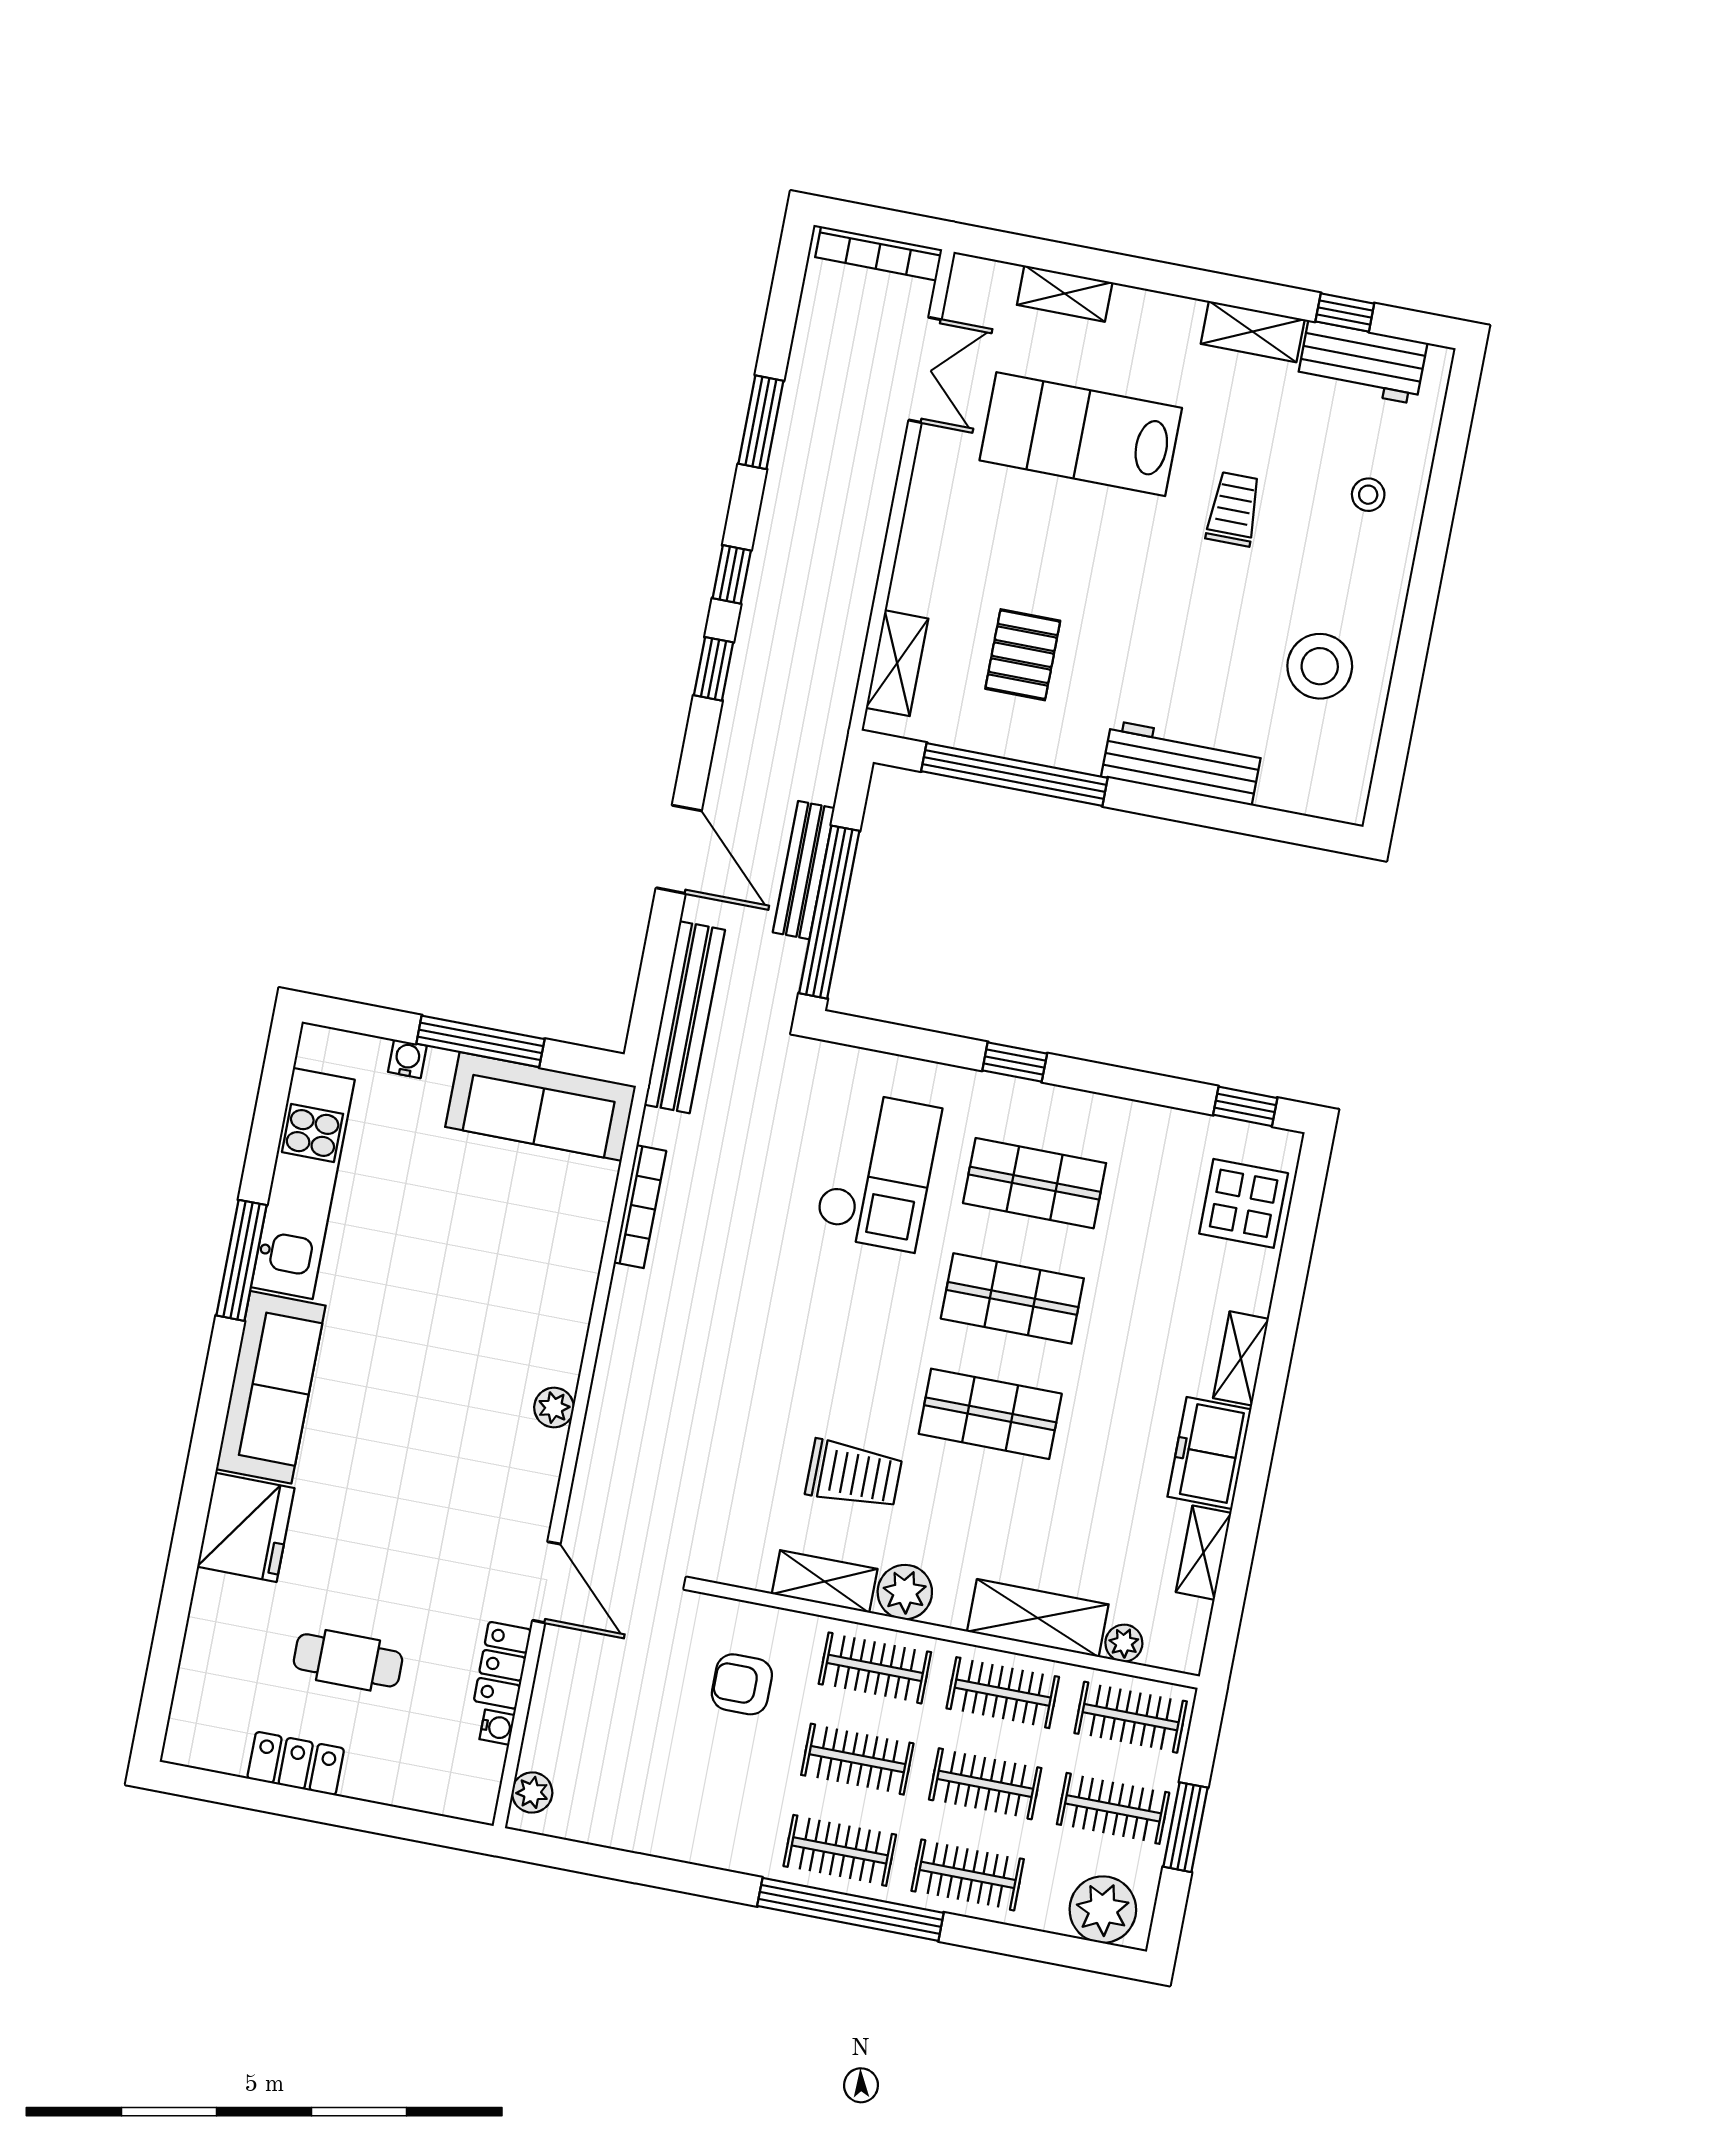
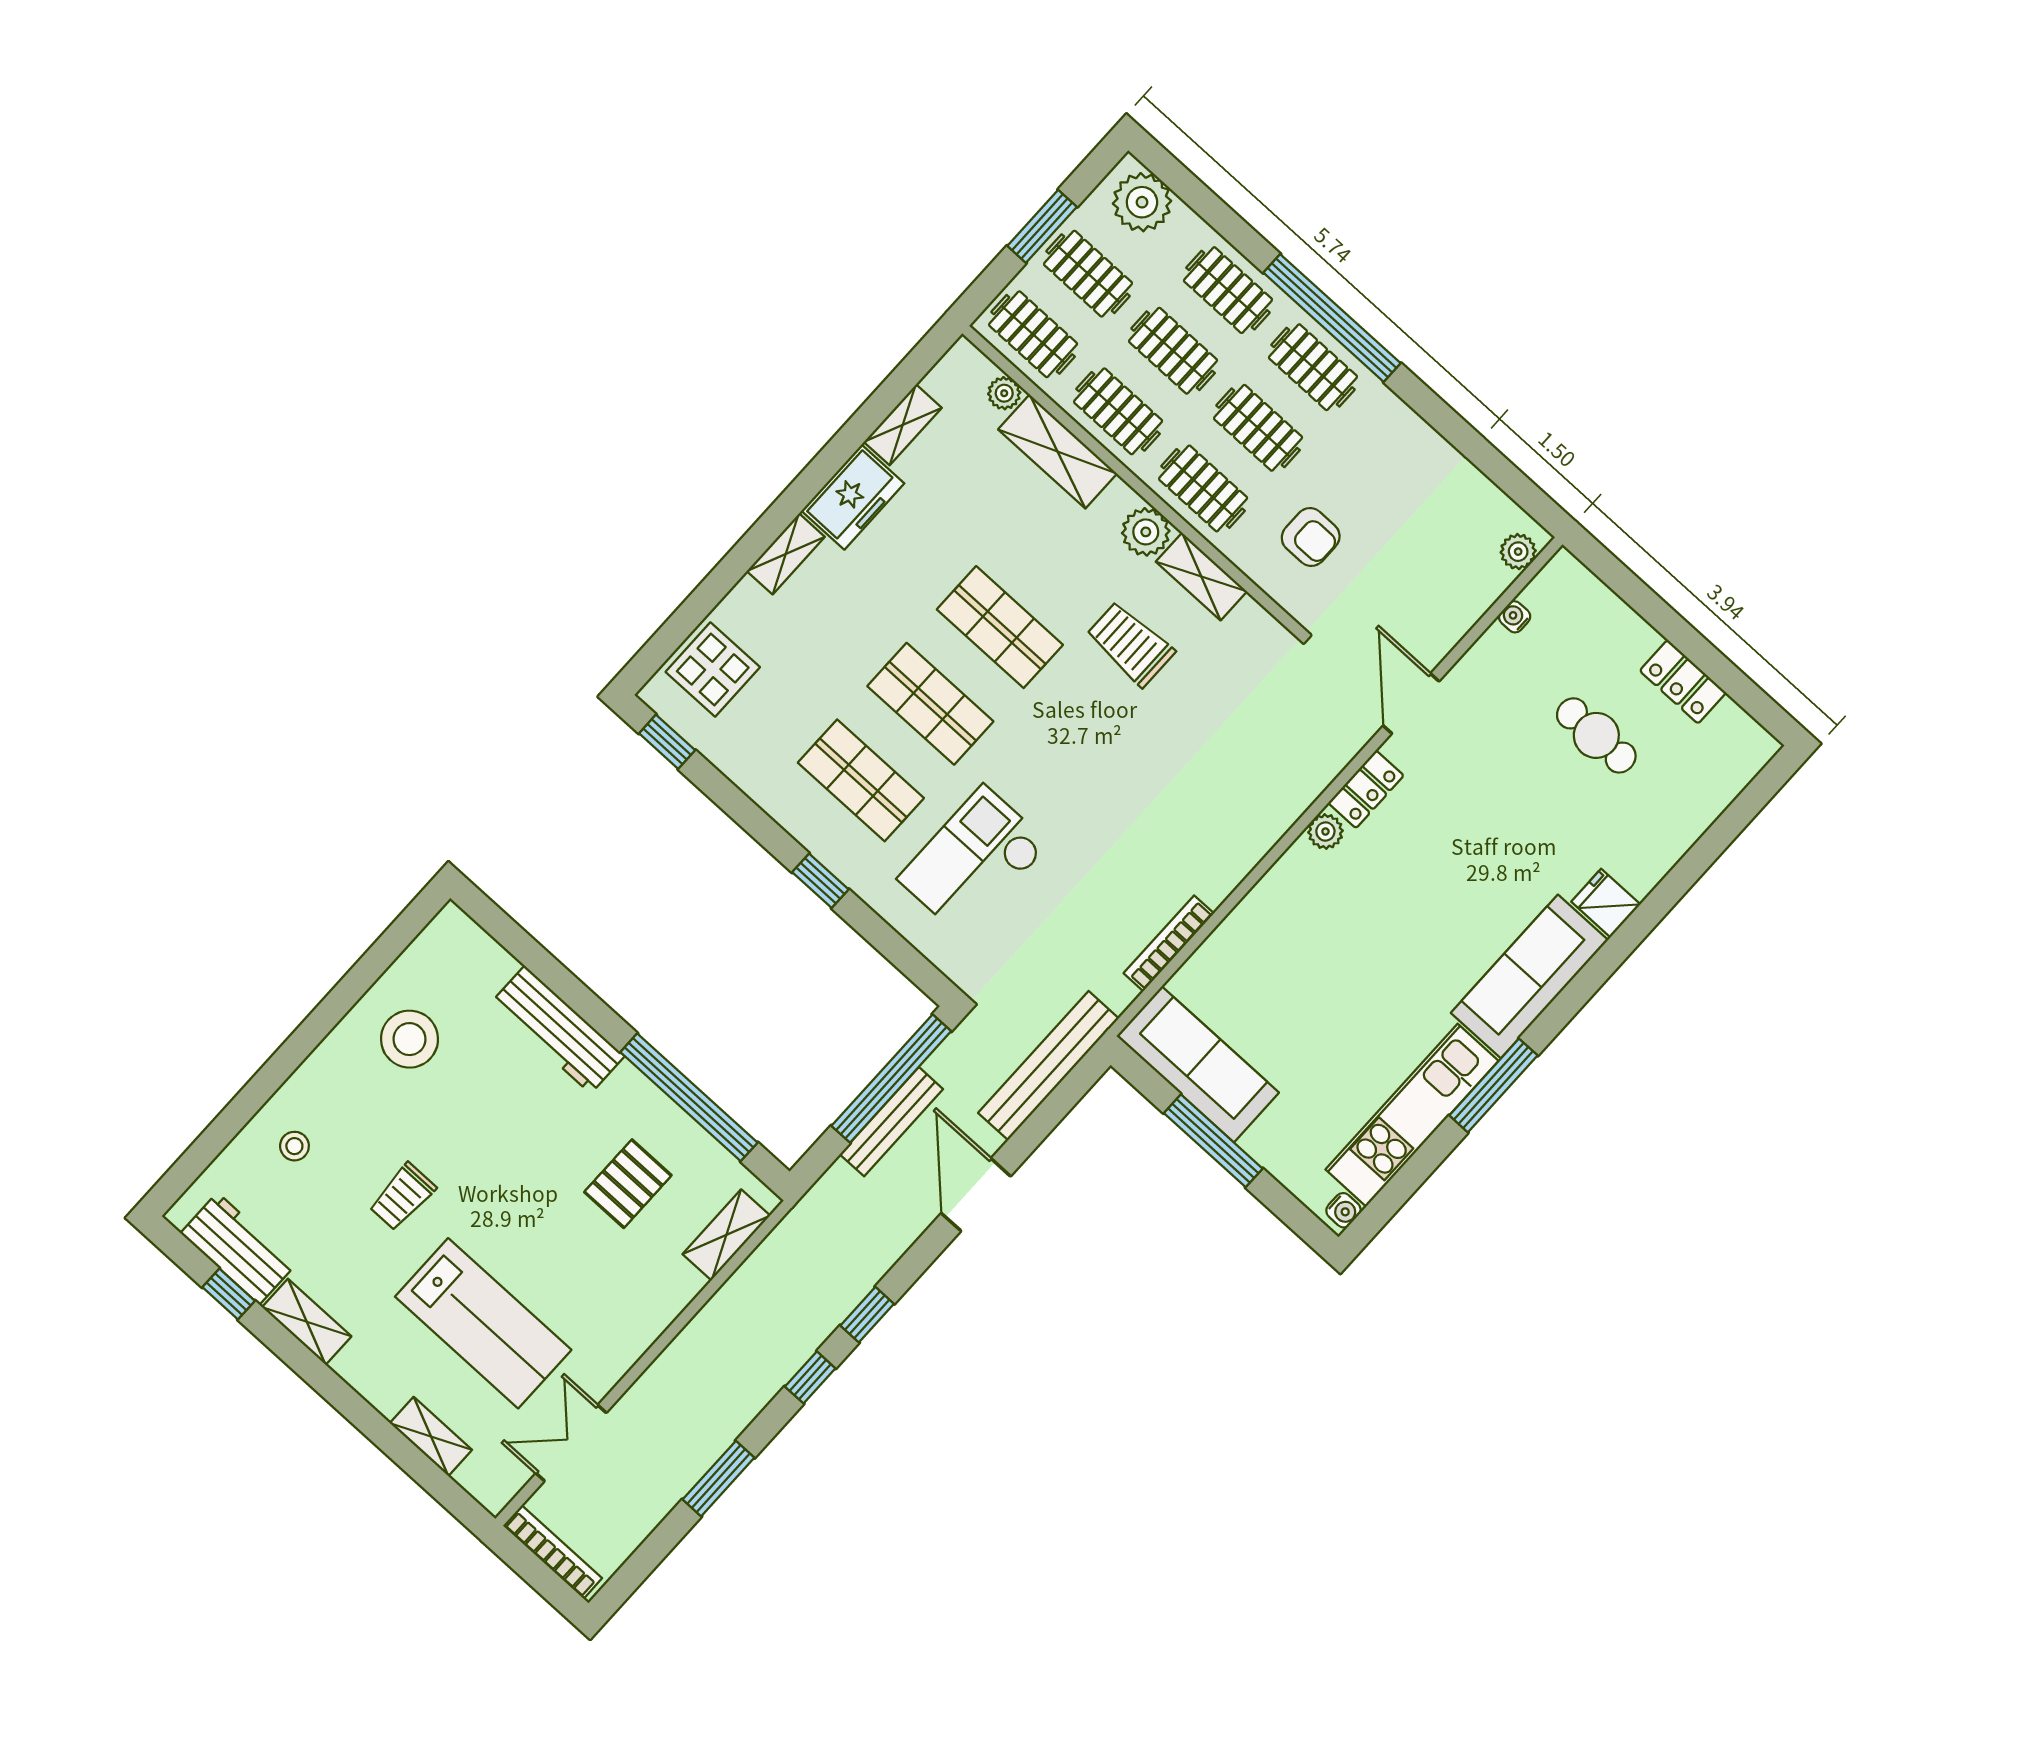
water cooler: (407, 1059) -> (1343, 1210), moved, turned -90
fridge: (246, 1527) -> (1606, 903), width x0.53, depth x0.75
locker: (502, 1665) -> (1366, 789), moved

